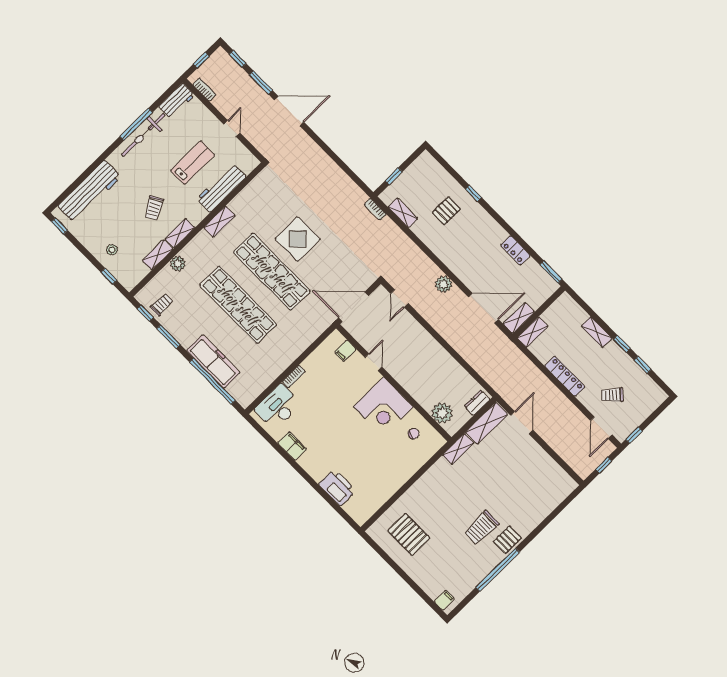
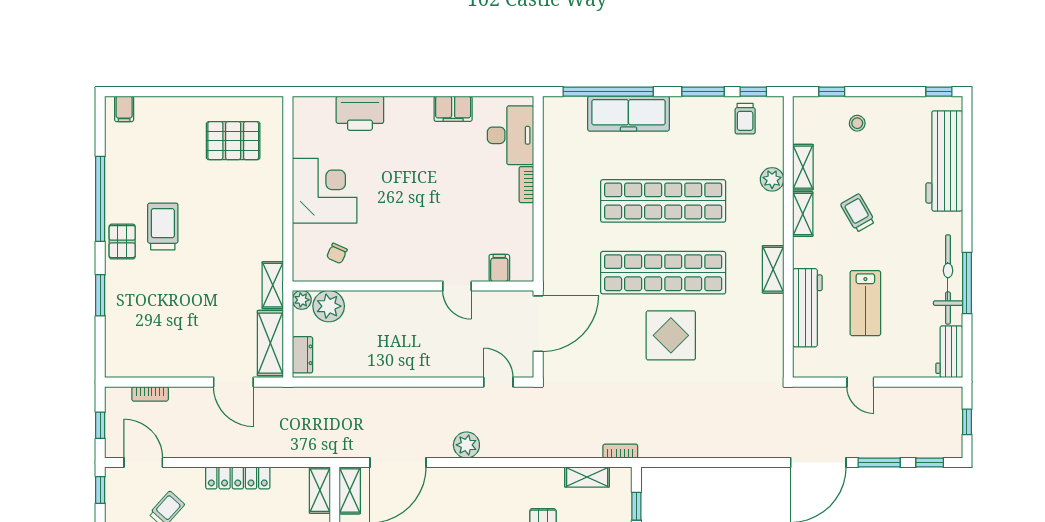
bookcase: (204, 90) -> (150, 394), moved
corner desk: (383, 407) -> (325, 191), moved, turned 90
plant: (452, 429) -> (302, 300), added
window: (543, 525) -> (100, 295), added

